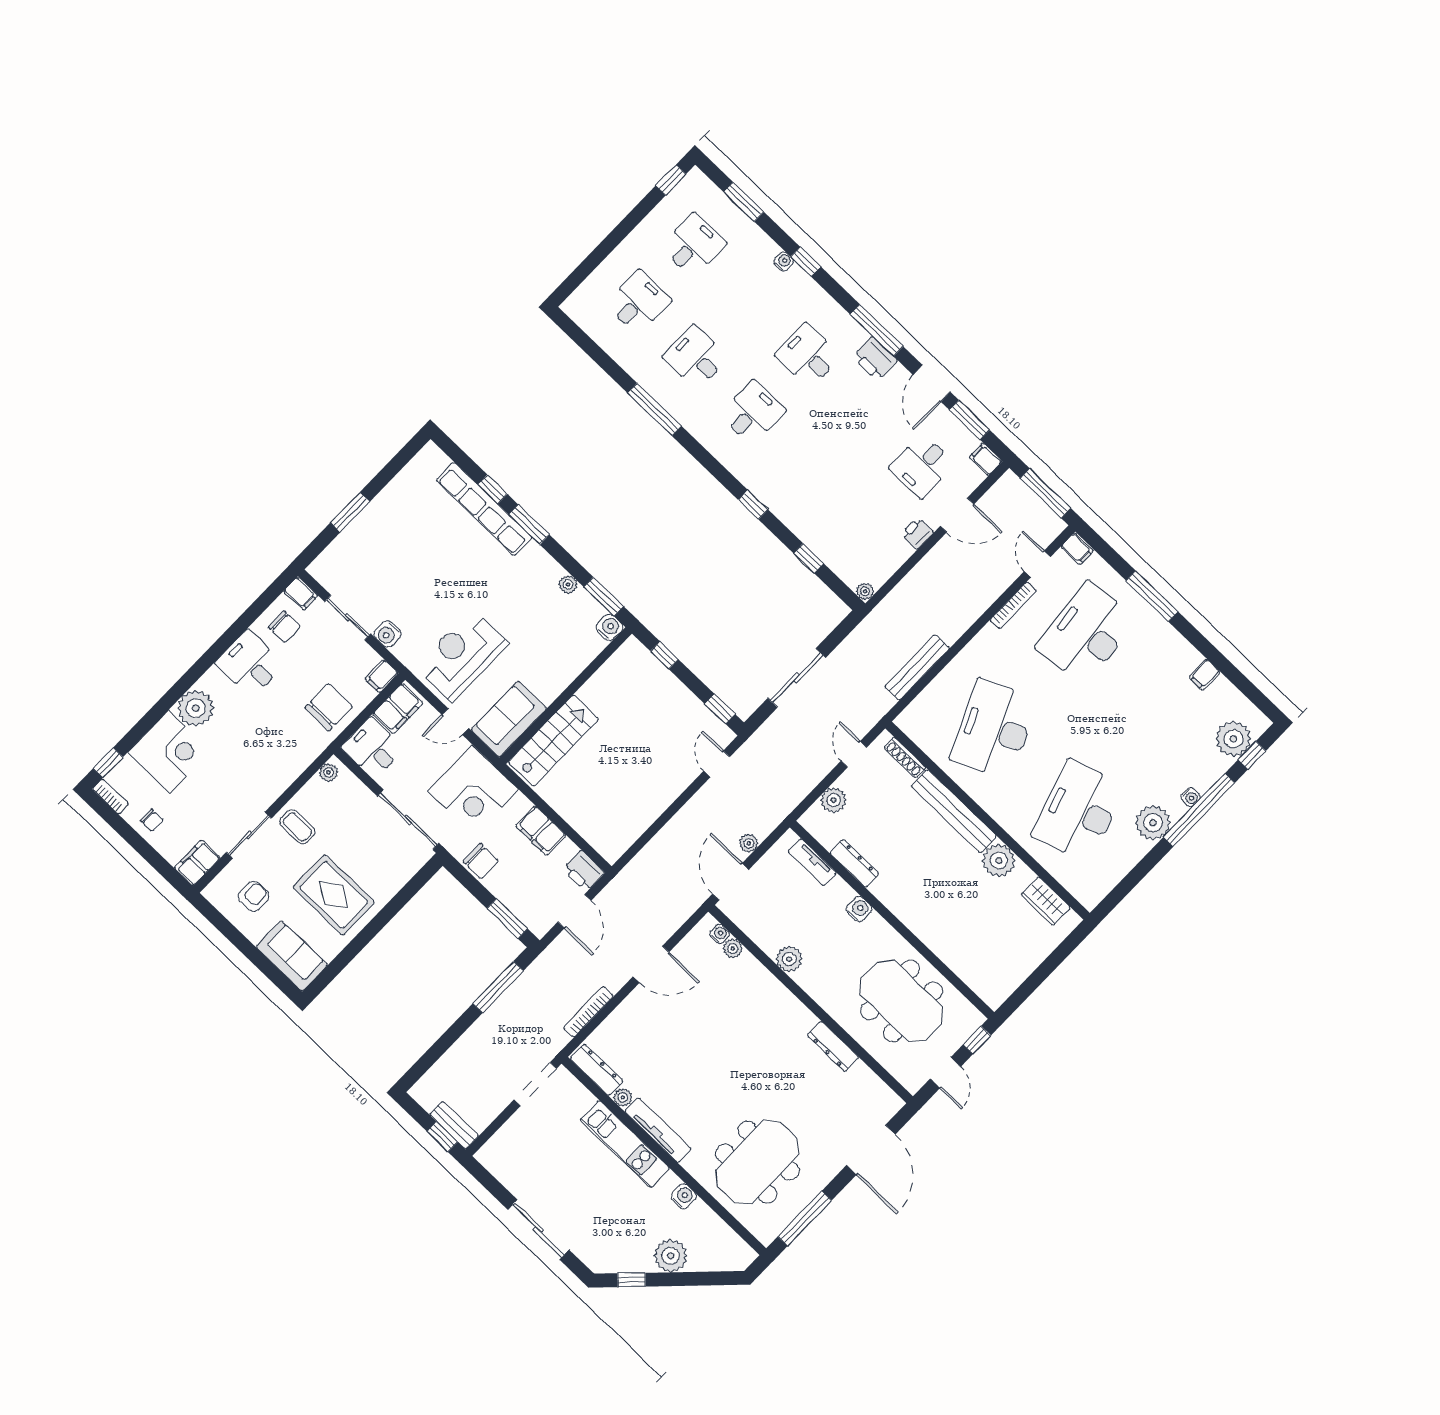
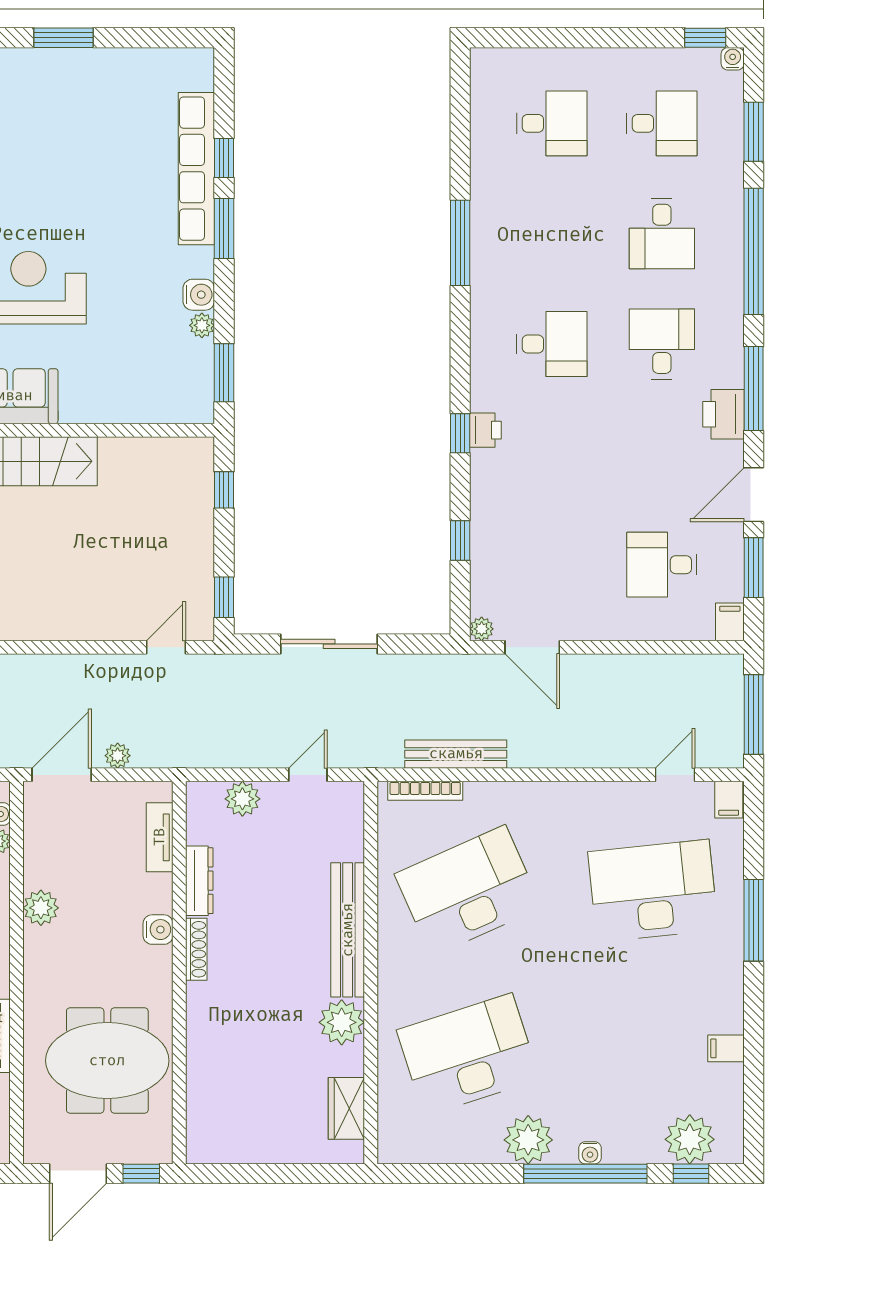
water cooler: (784, 261) -> (733, 59), moved, turned -90
window: (806, 262) -> (754, 251), width x3.17
desk: (696, 357) -> (662, 234), moved, turned 180
door: (957, 515) -> (532, 647), moved
printer: (917, 533) -> (485, 430), moved, turned 90
bookcase: (1013, 606) -> (425, 791), moved
water cooler: (609, 627) -> (199, 295), moved
shoe rack: (905, 758) -> (196, 949), moved, turned 180
meeting table: (901, 1001) -> (107, 1061), turned 90
door: (945, 1073) -> (78, 1174), width x1.37

